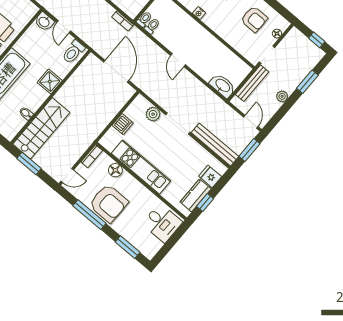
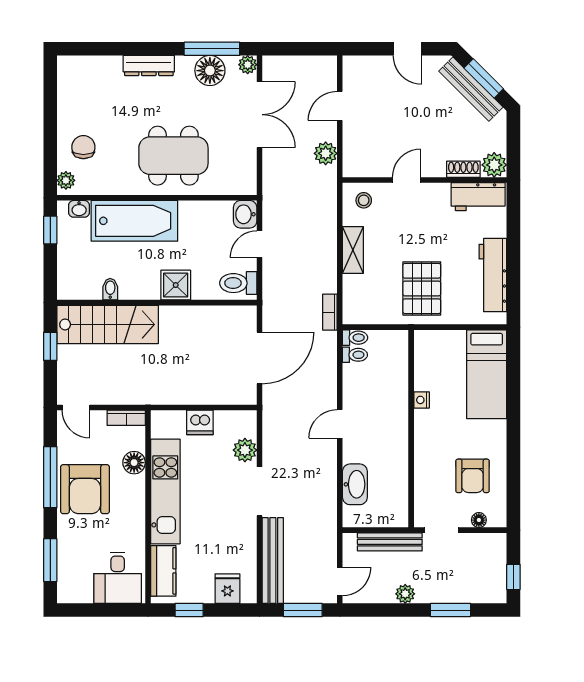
washbasin: (222, 86) -> (355, 484), moved
window: (29, 163) -> (50, 346), width x0.67
kitchen counter: (196, 195) -> (163, 571), moved, turned 90

